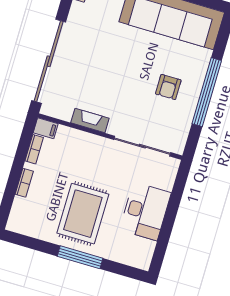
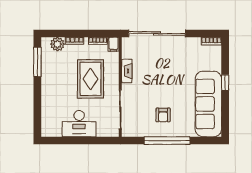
armchair: (168, 87) -> (163, 115), turned -90
plant: (22, 209) -> (57, 44), added
rug: (83, 214) -> (90, 79), moved, turned 90
window: (80, 257) -> (37, 62), moved

